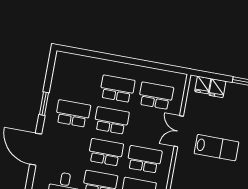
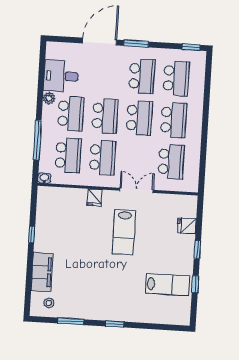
window: (51, 64) -> (191, 47), added
school desk: (79, 82) -> (176, 78), added
fridge: (203, 85) -> (94, 198), moved, turned -90
window: (44, 104) -> (136, 44), moved

